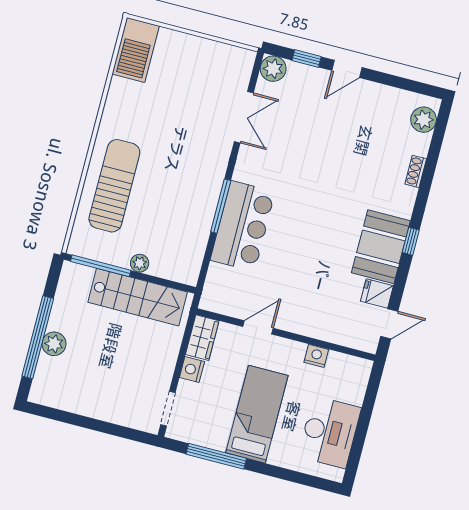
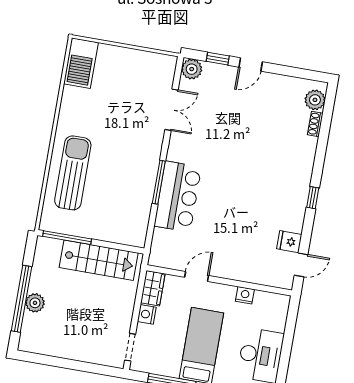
shoe rack: (416, 171) -> (315, 124), moved
booth: (381, 247) -> (289, 204), removed
plant: (140, 263) -> (98, 233), removed

